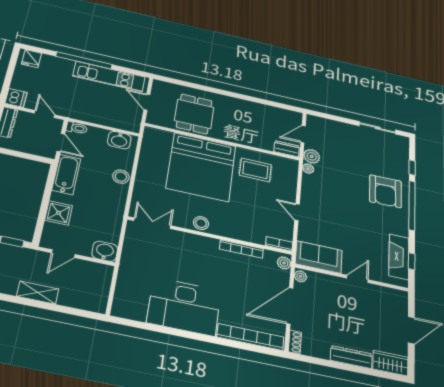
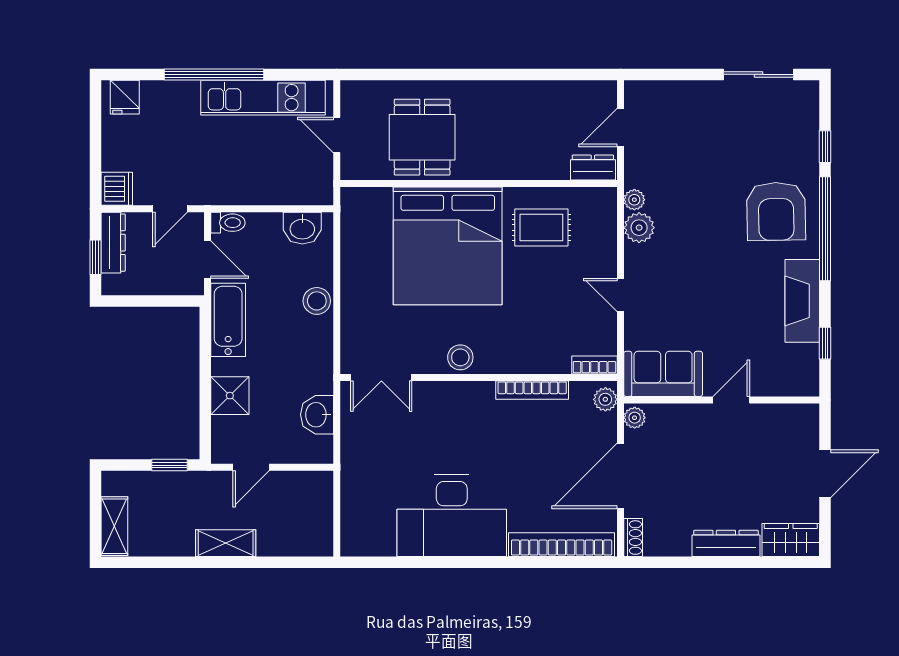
door: (45, 114) -> (170, 209), swing flipped
plant: (312, 156) -> (639, 228), moved
double door: (152, 223) -> (381, 377), swing flipped
washbasin: (105, 251) -> (317, 415), moved, turned -90
fireplace: (399, 257) -> (802, 301), moved

